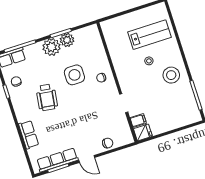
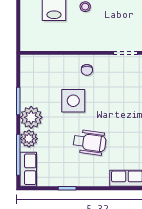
plant: (67, 40) -> (29, 139), moved
chair: (16, 81) -> (59, 173), removed

